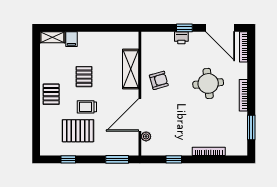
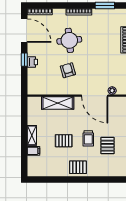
door: (220, 28) -> (24, 31), hinge flipped
shelving: (52, 37) -> (32, 135), moved
armchair: (159, 80) -> (68, 70), moved
pallet: (78, 131) -> (108, 146), width x0.67, depth x0.71

